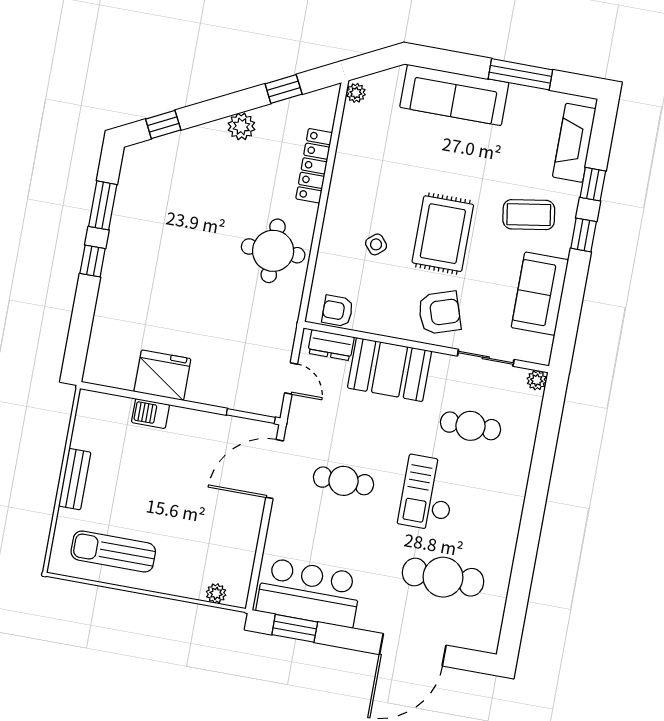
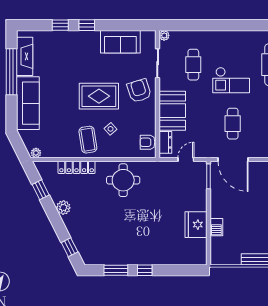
window: (520, 74) -> (11, 72), width x1.46
fireplace: (574, 143) -> (25, 56), moved, turned -90
coffee table: (529, 215) -> (88, 140), moved
armchair: (337, 311) -> (147, 142), turned 90

